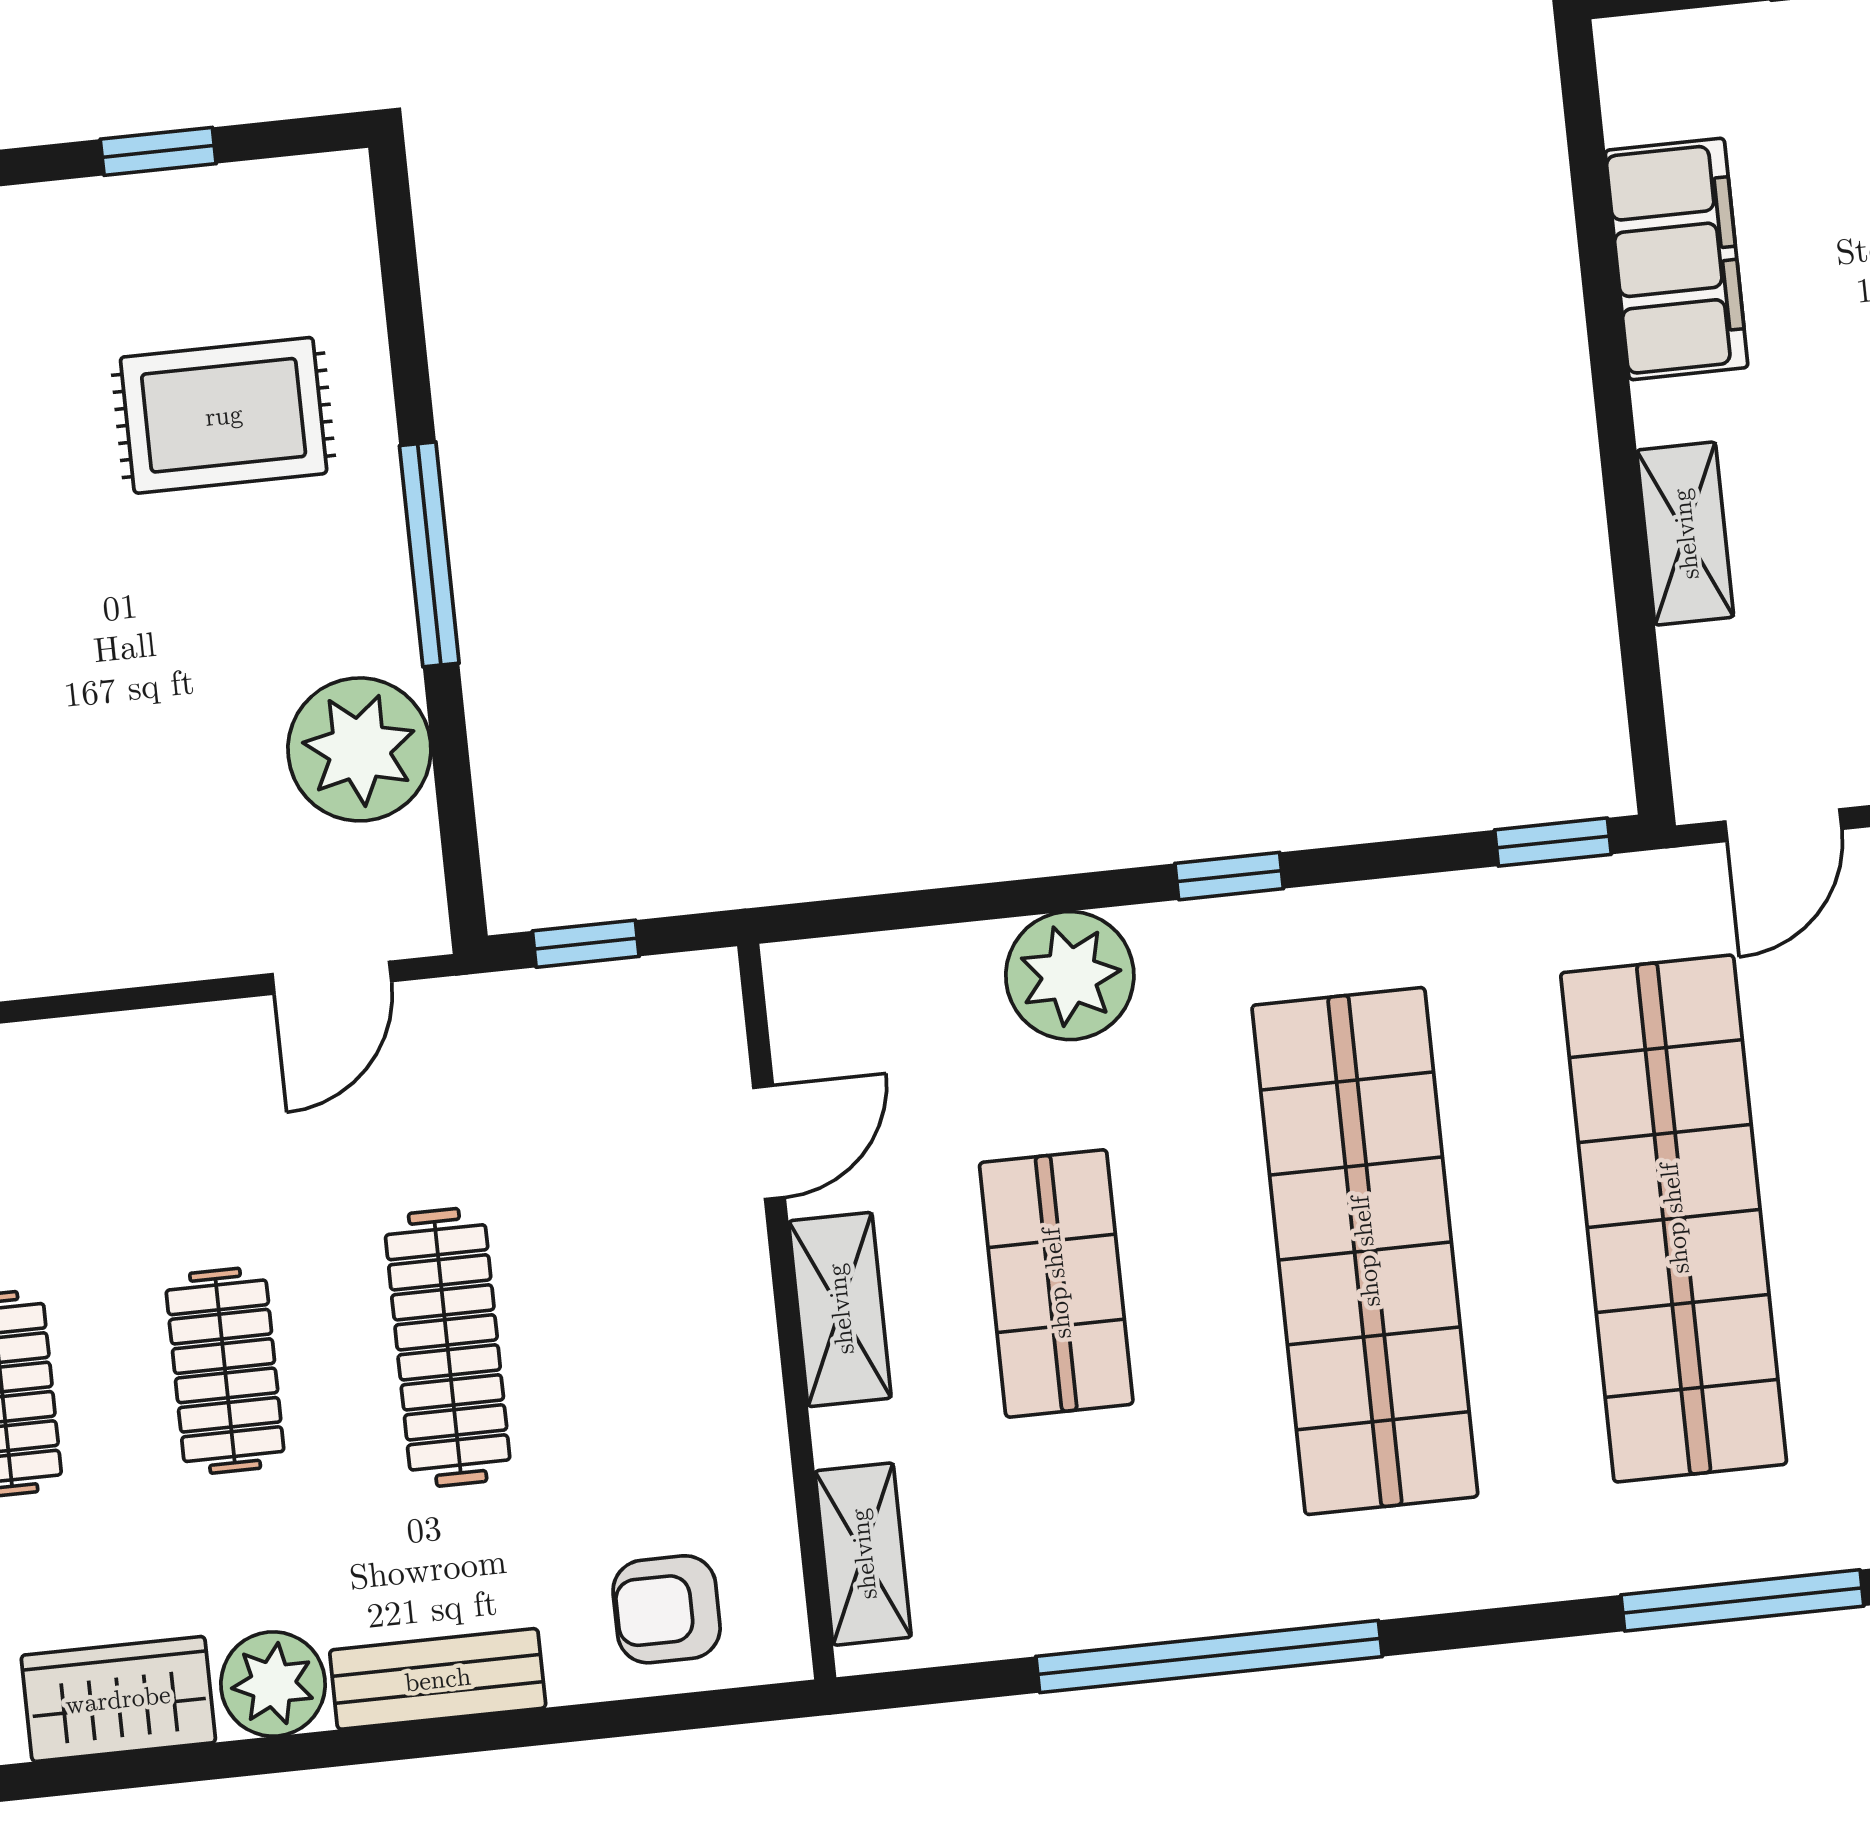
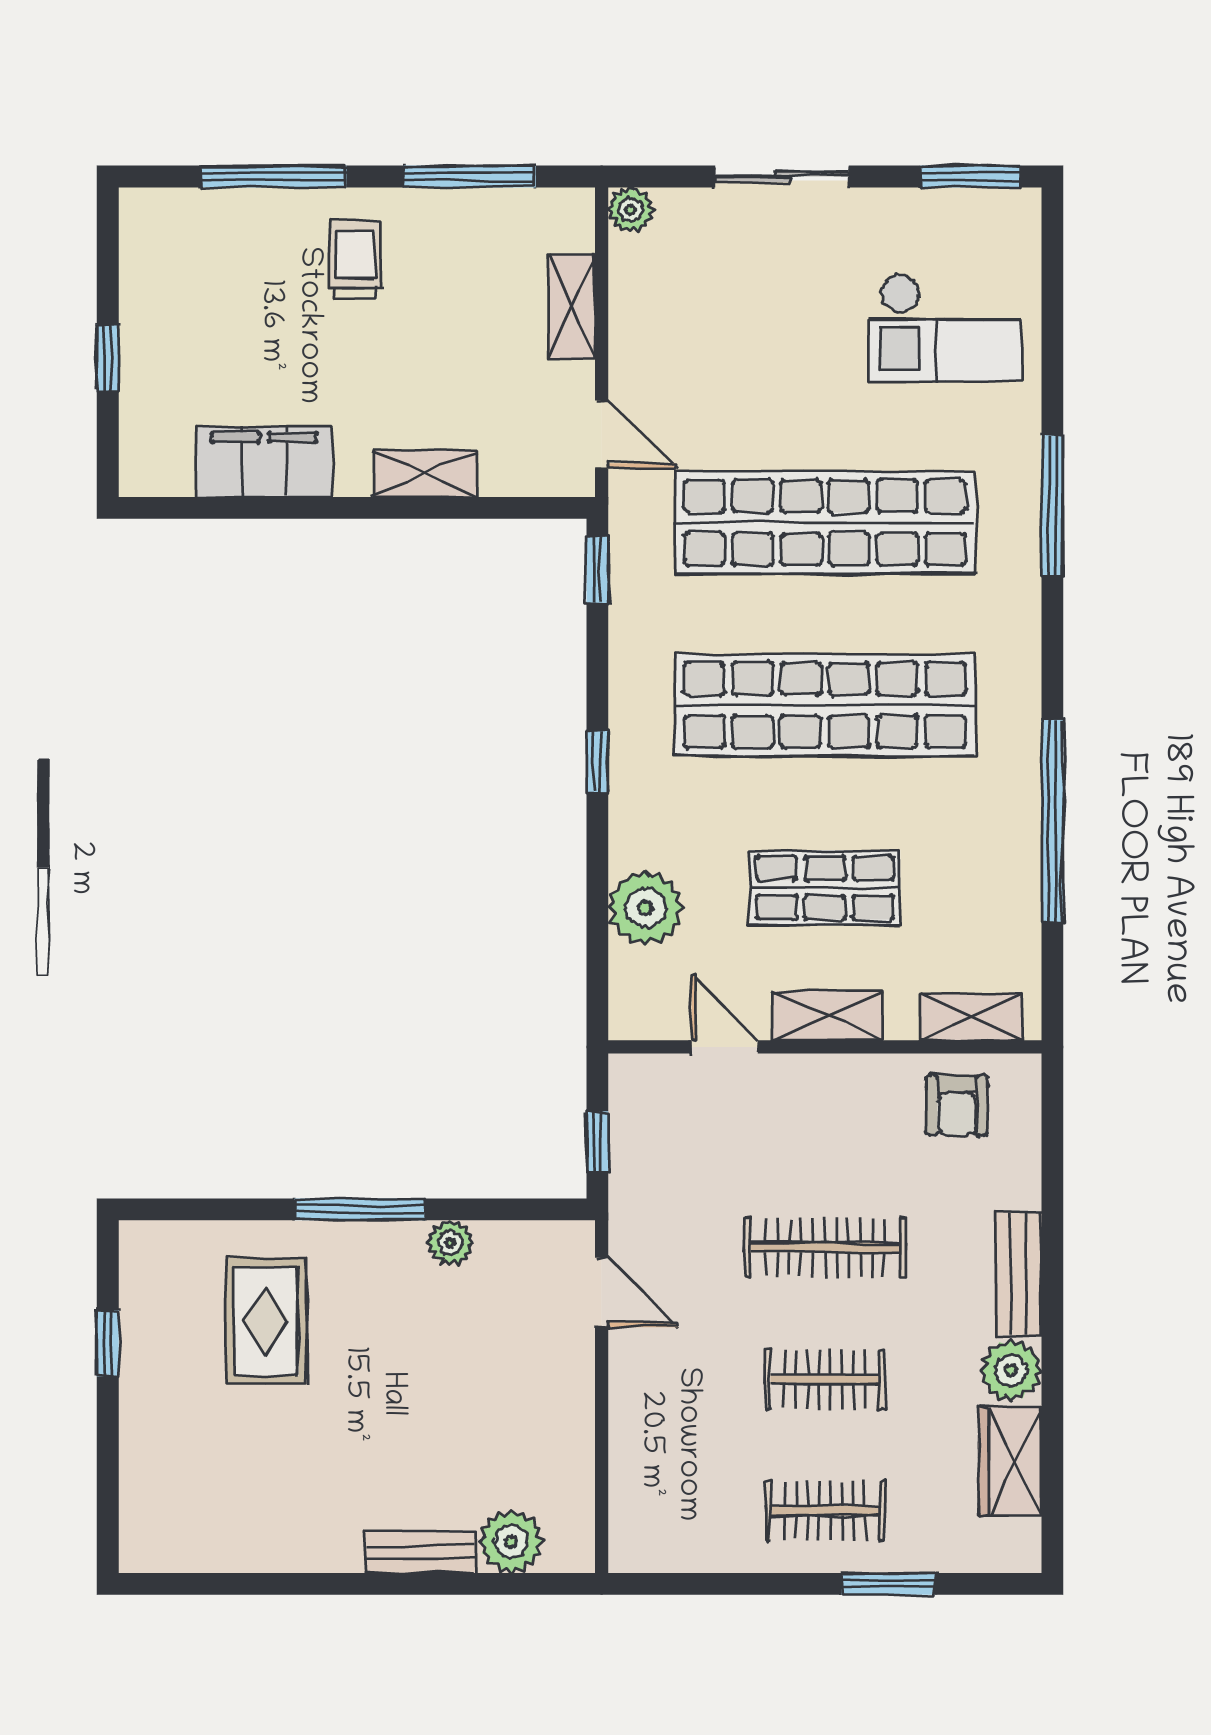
plant: (359, 749) -> (450, 1243), width x0.53, depth x0.53
plant: (1070, 976) -> (646, 908), moved
armchair: (667, 1609) -> (957, 1105), moved

